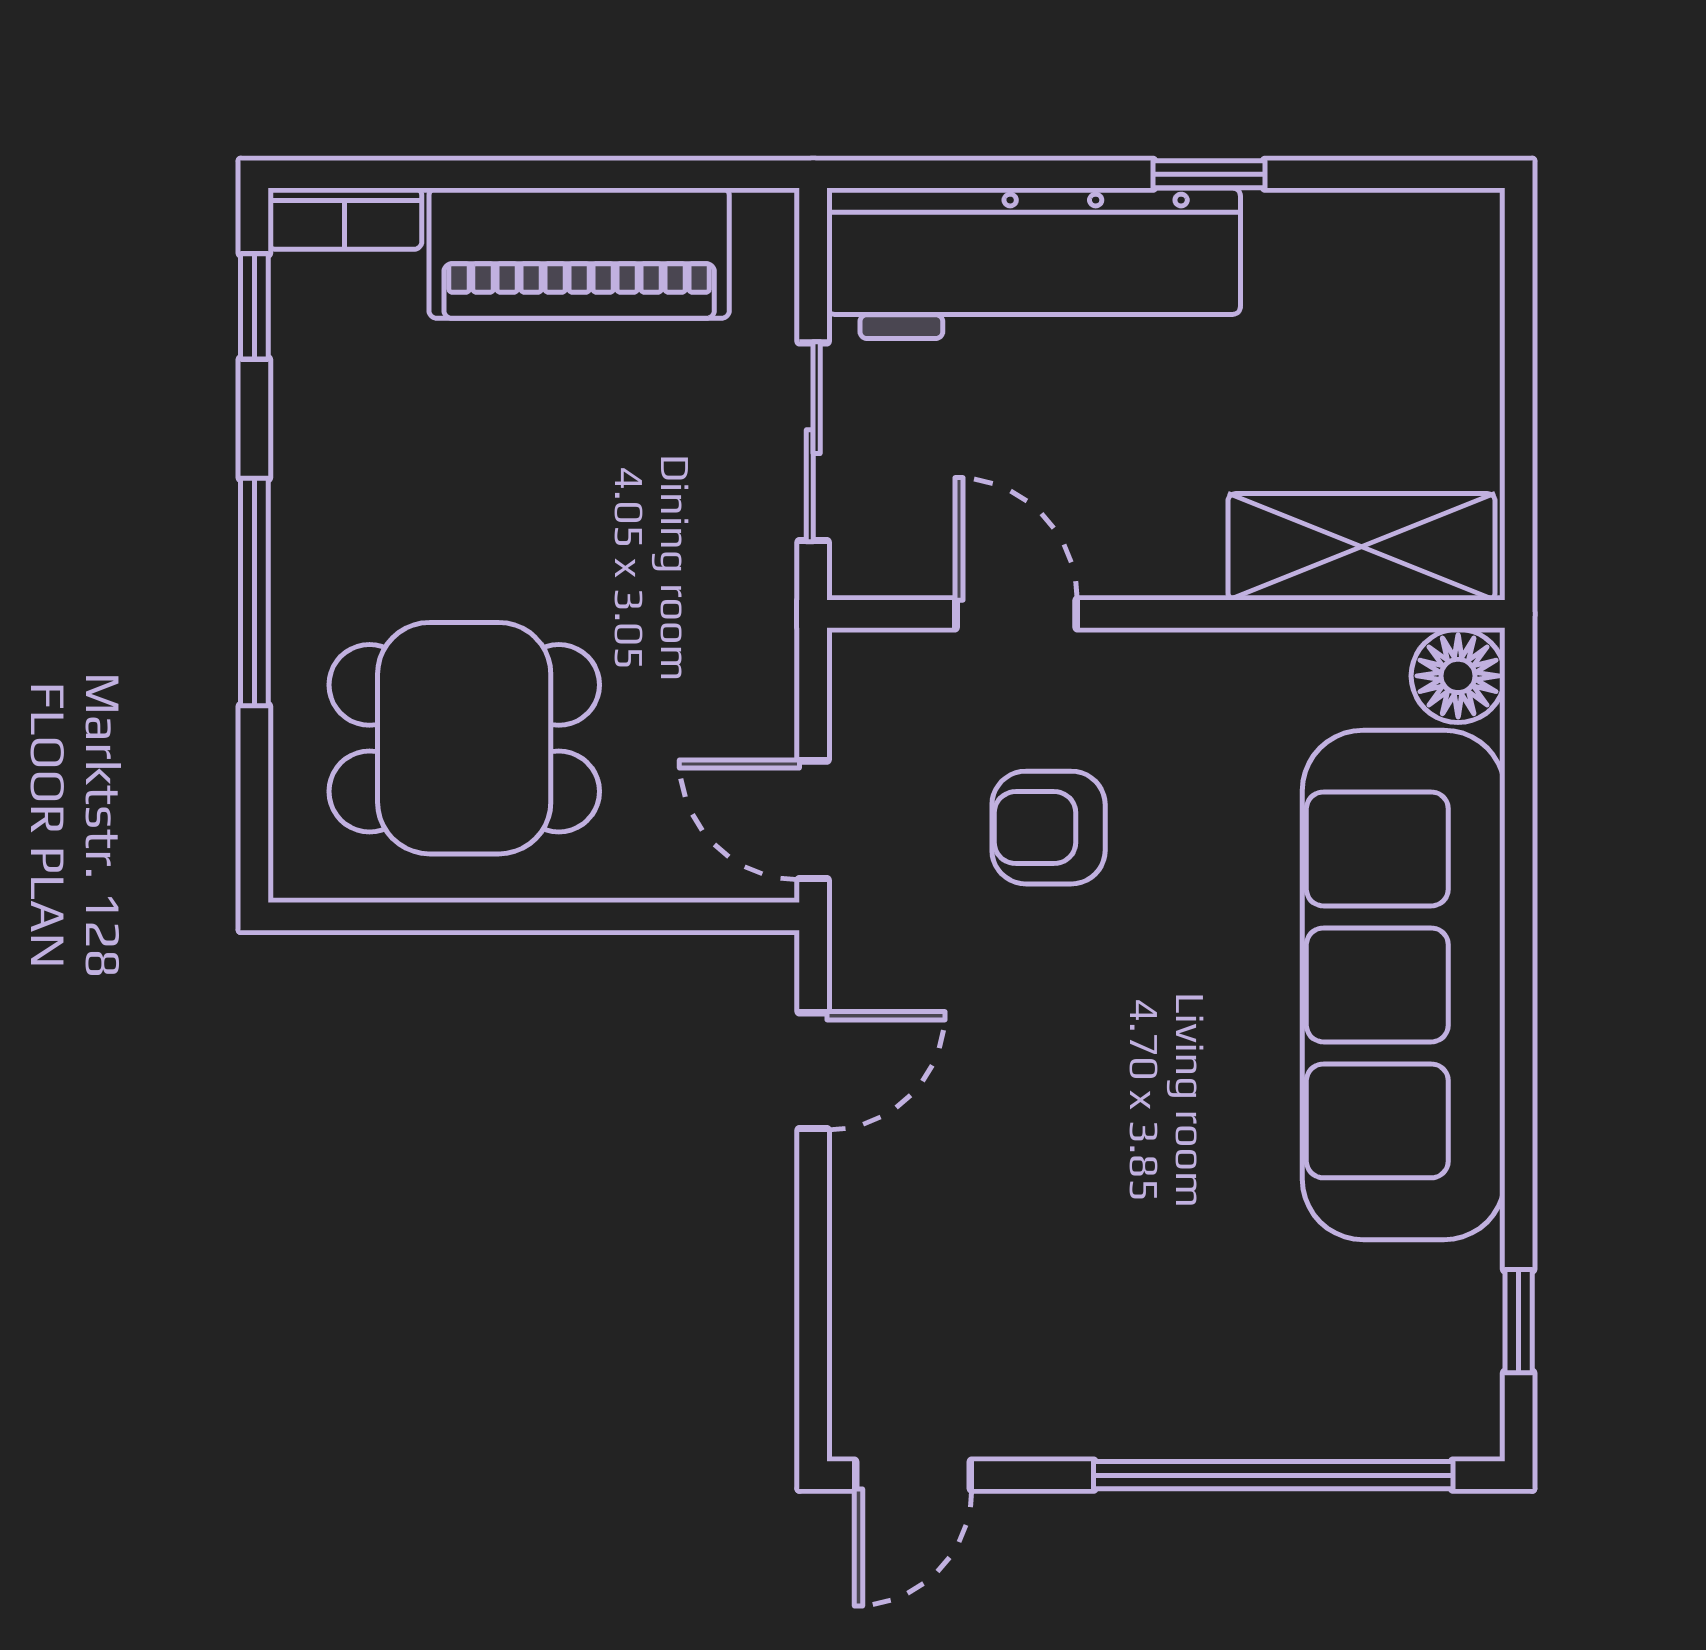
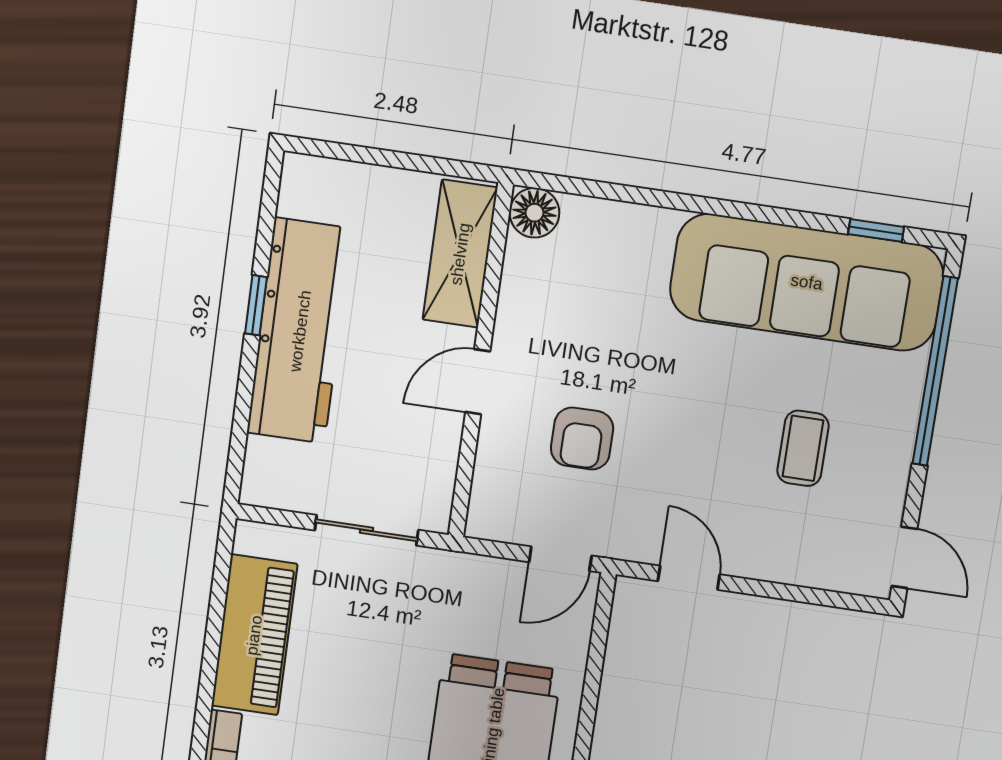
workbench: (1034, 263) -> (300, 331), moved
door: (1016, 614) -> (478, 382), moved
sofa: (1404, 985) -> (807, 282), moved
coffee table: (1092, 1249) -> (803, 448), added

